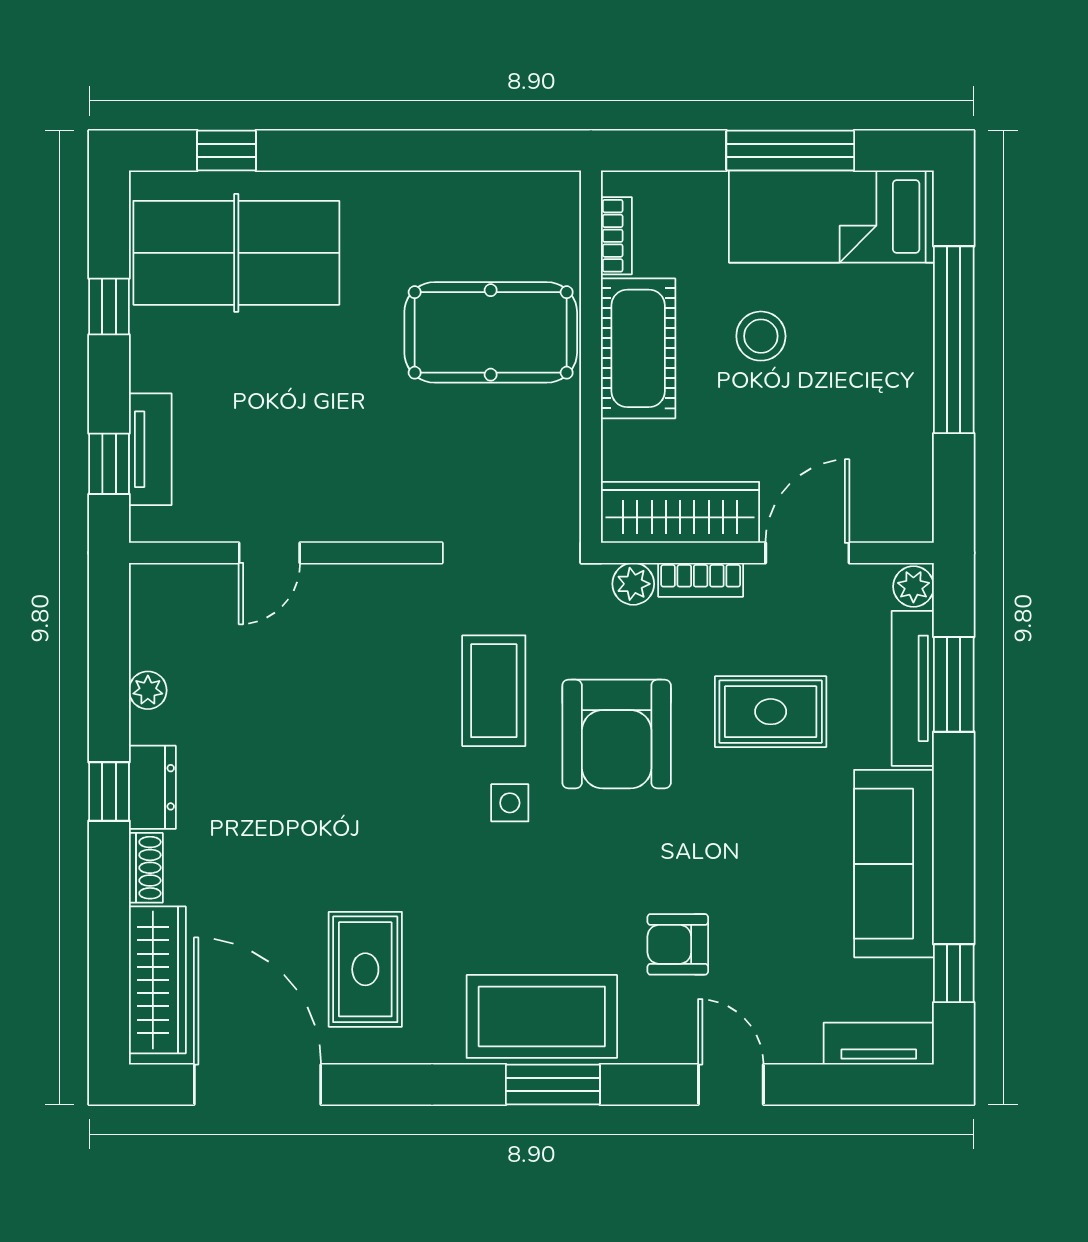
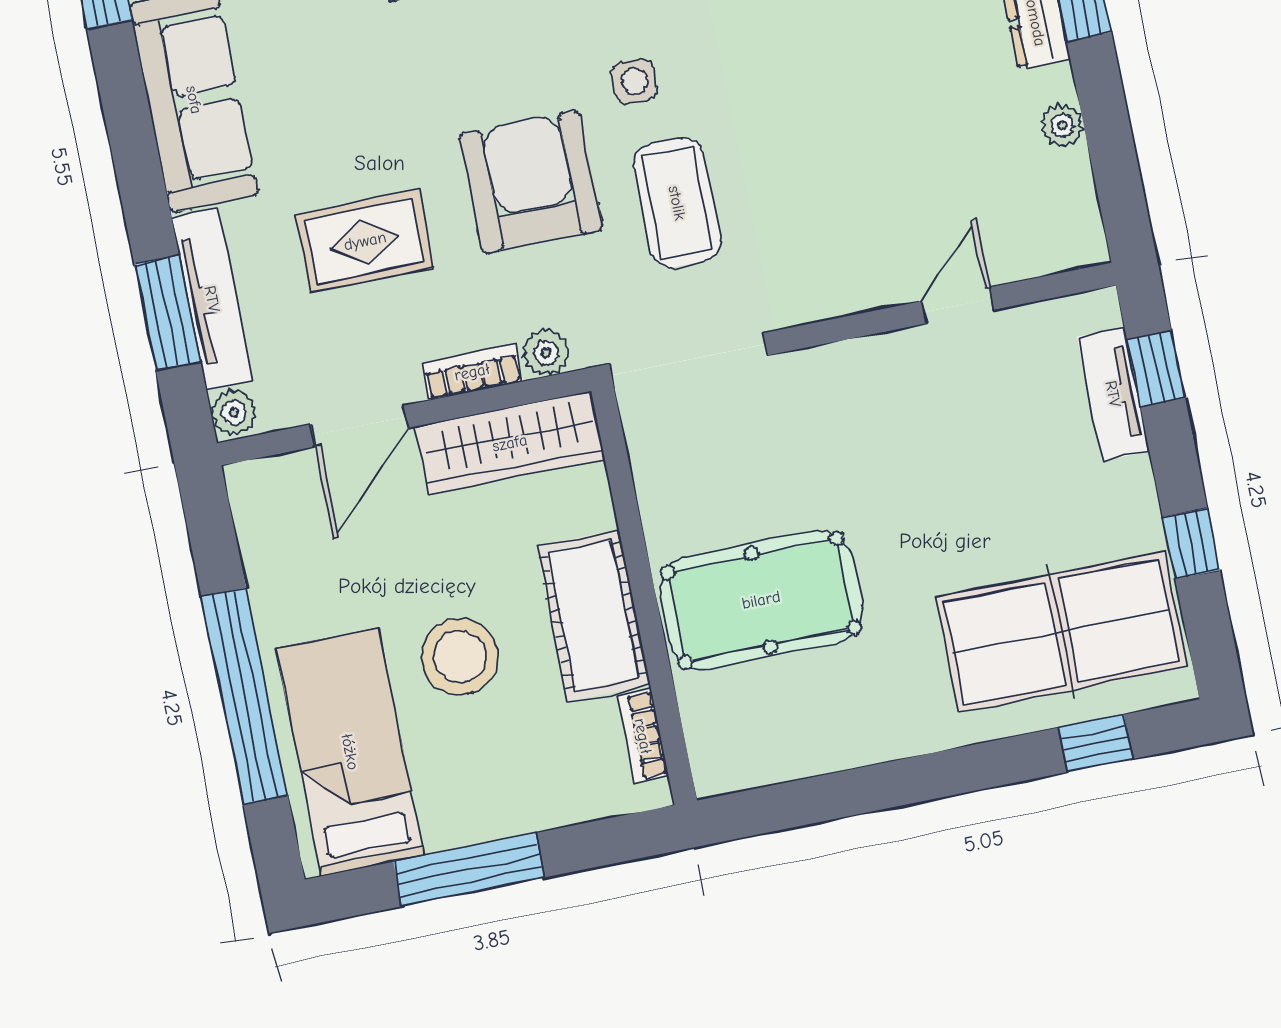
bed: (831, 216) -> (350, 752), moved, turned -90
stool: (761, 336) -> (460, 657), width x1.38, depth x1.38

